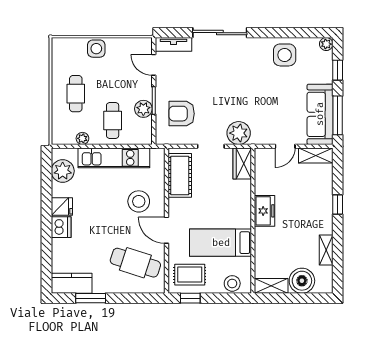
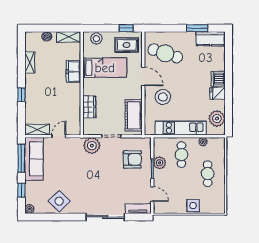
side table: (285, 55) -> (59, 201), turned 45
wardrobe: (242, 163) -> (89, 107), moved
freezer: (265, 211) -> (73, 72), moved
boiler: (302, 281) -> (47, 36), width x0.54, depth x0.54

